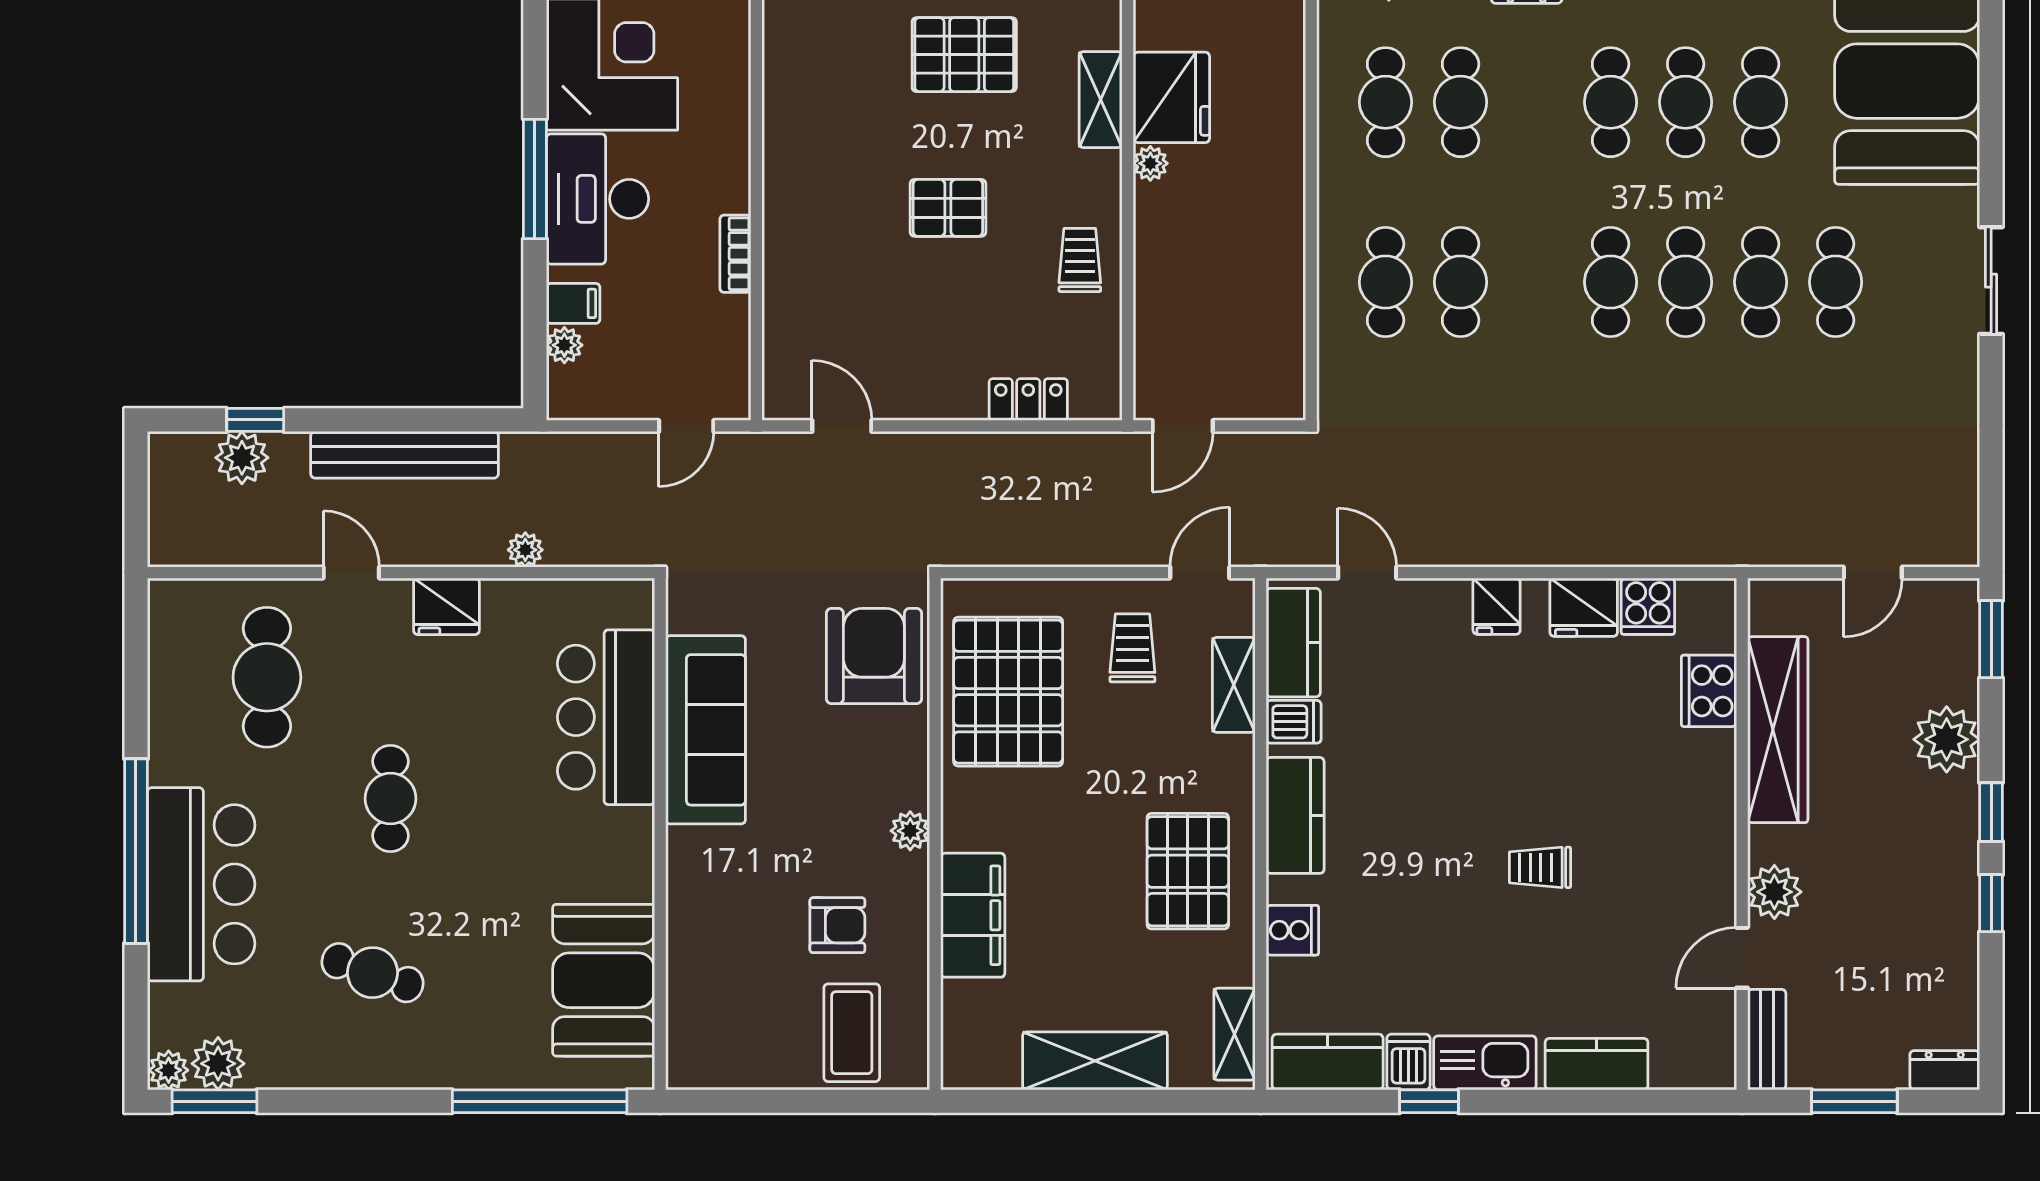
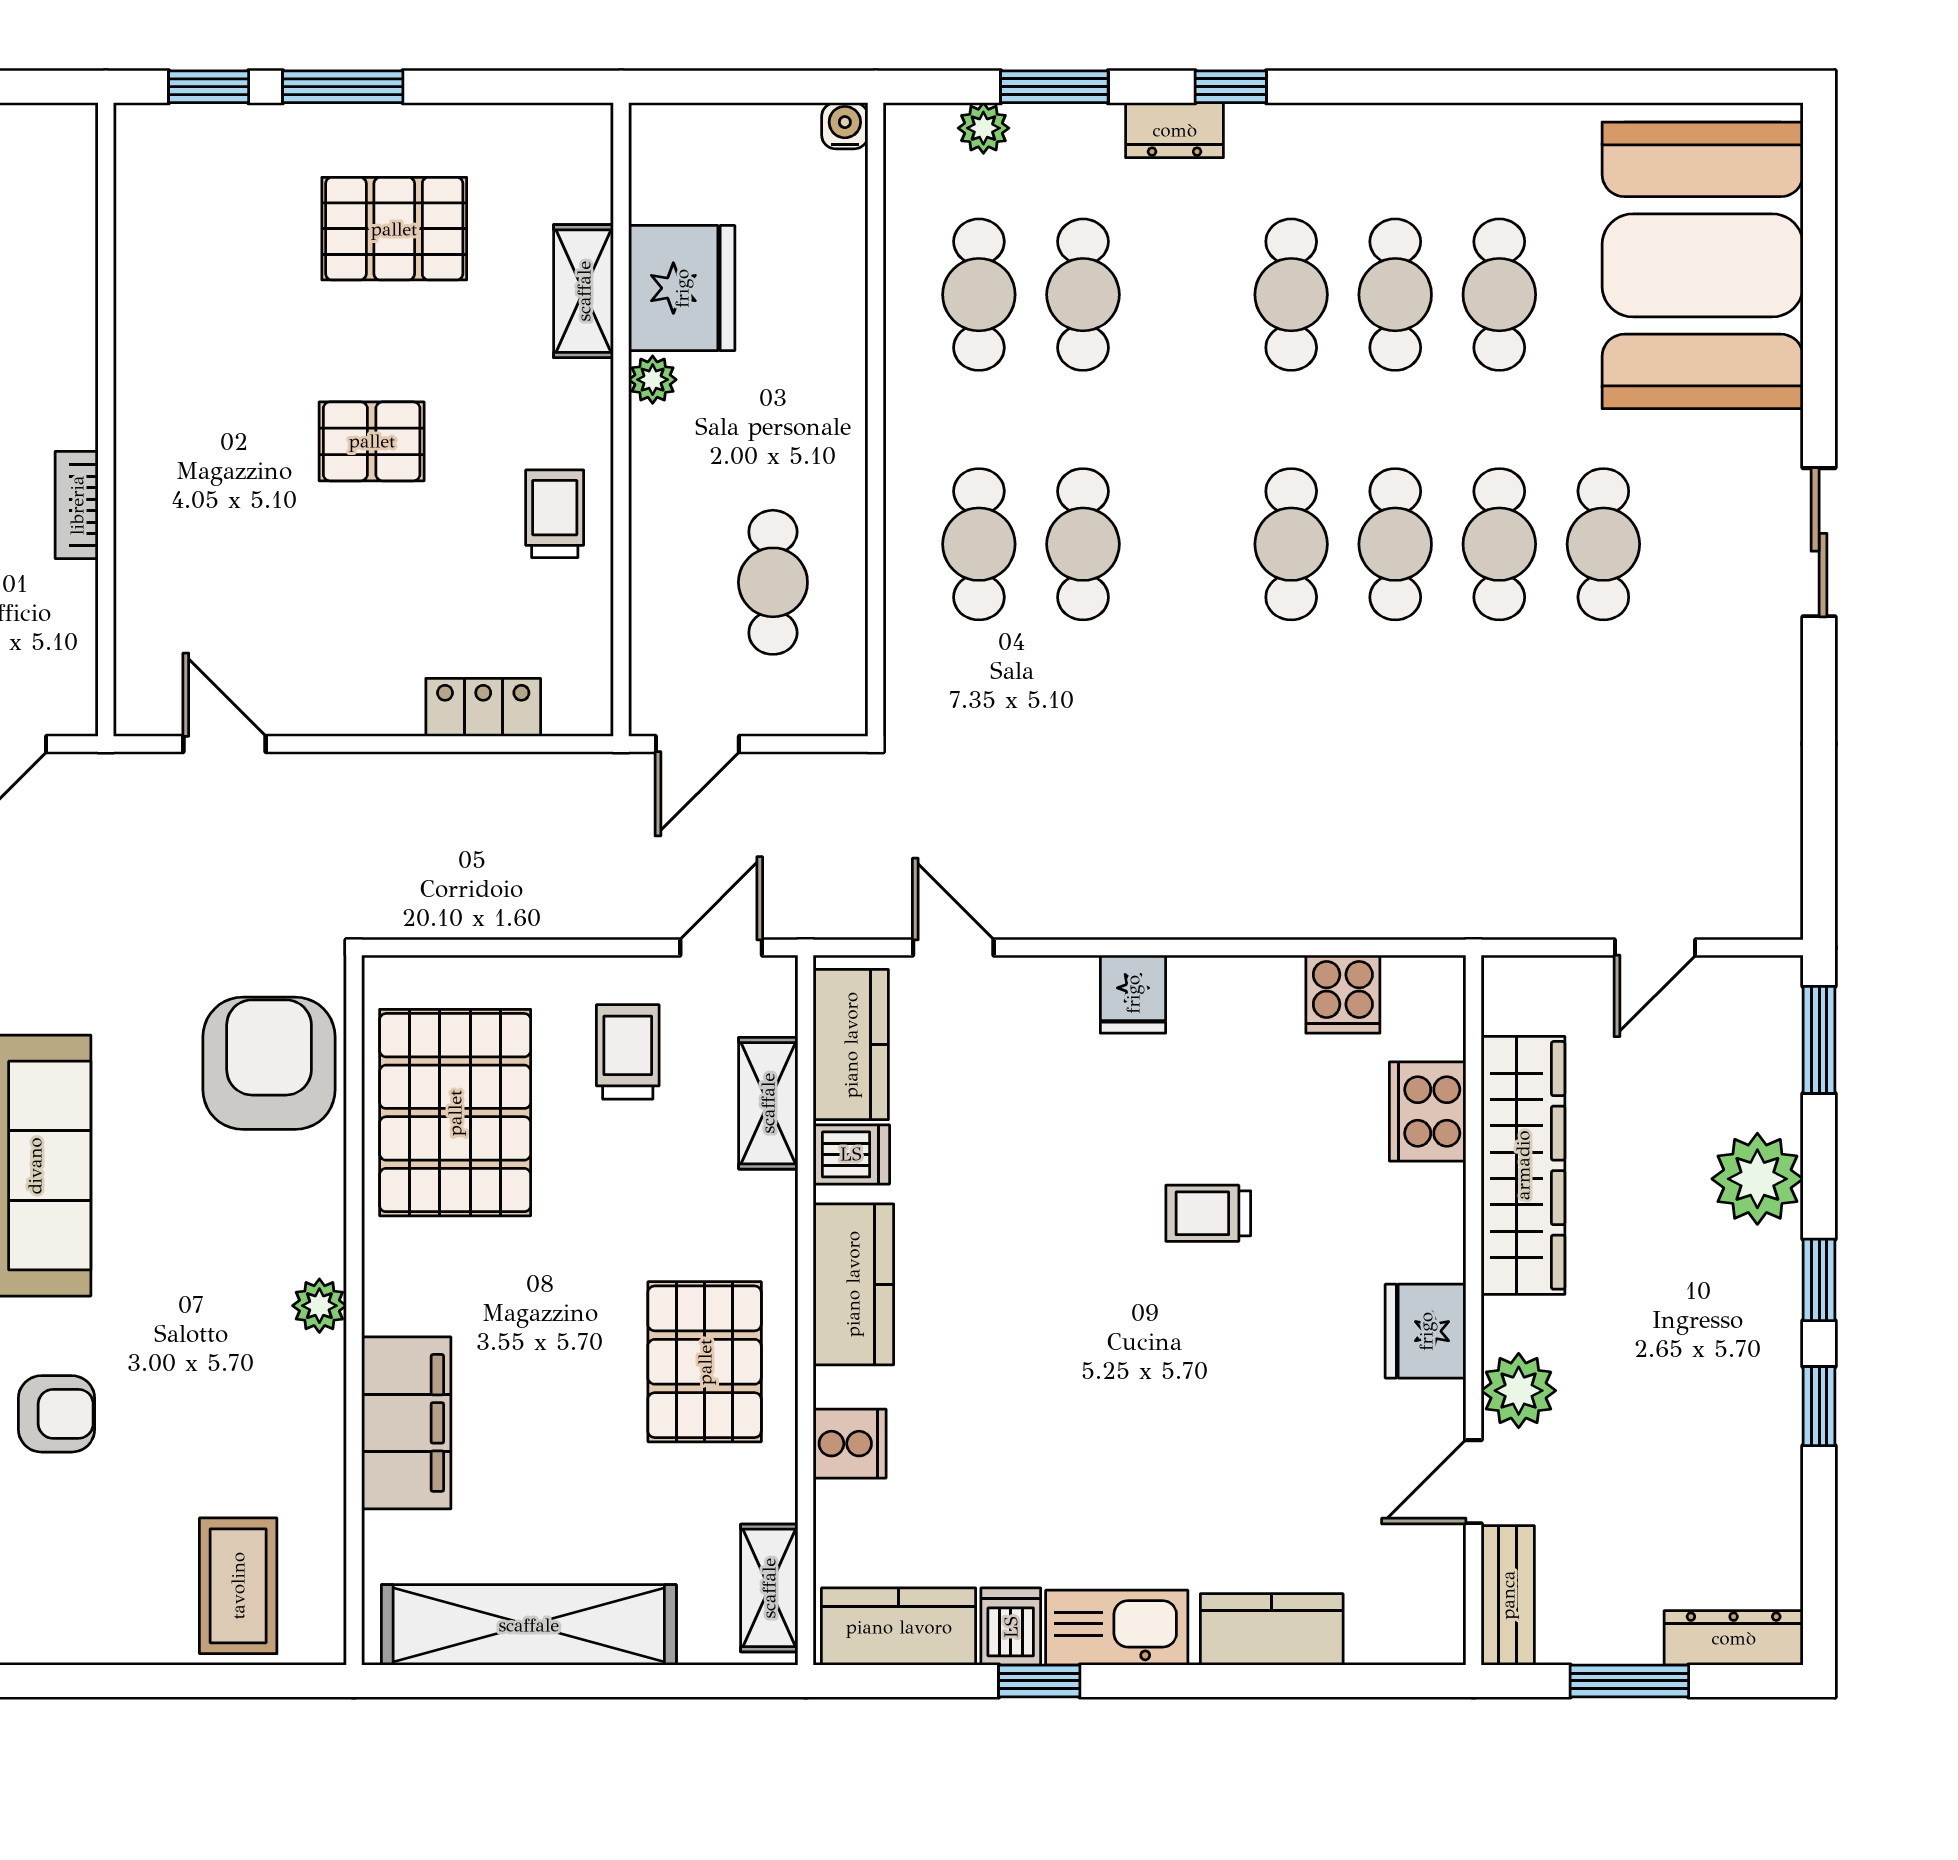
cafe table: (1237, 309) -> (773, 582), added
fridge: (1584, 607) -> (1426, 1331), moved, turned 90
trolley: (1540, 867) -> (1208, 1213), moved
armchair: (837, 925) -> (57, 1414), moved
shelving: (1095, 1061) -> (529, 1625), width x1.47
dresser: (1945, 1070) -> (1734, 1638), width x1.44

